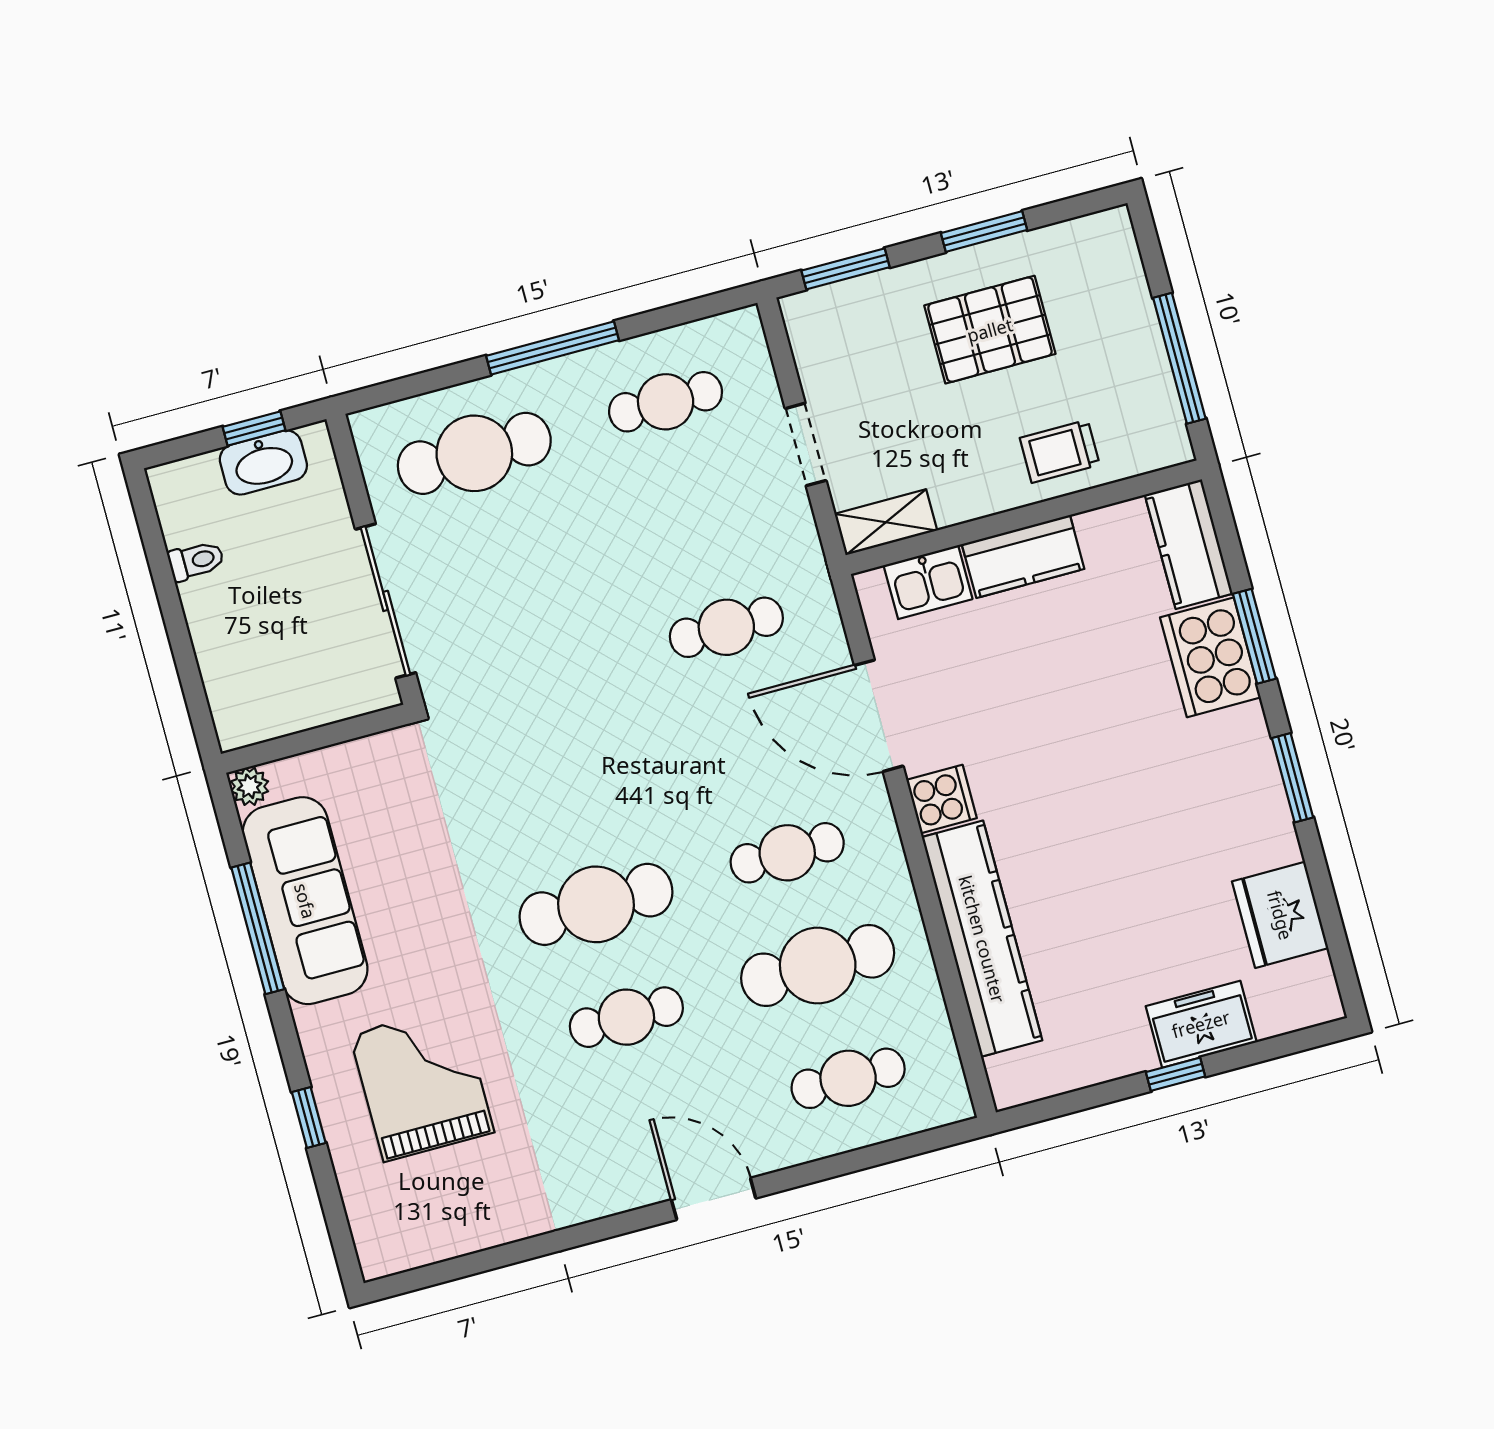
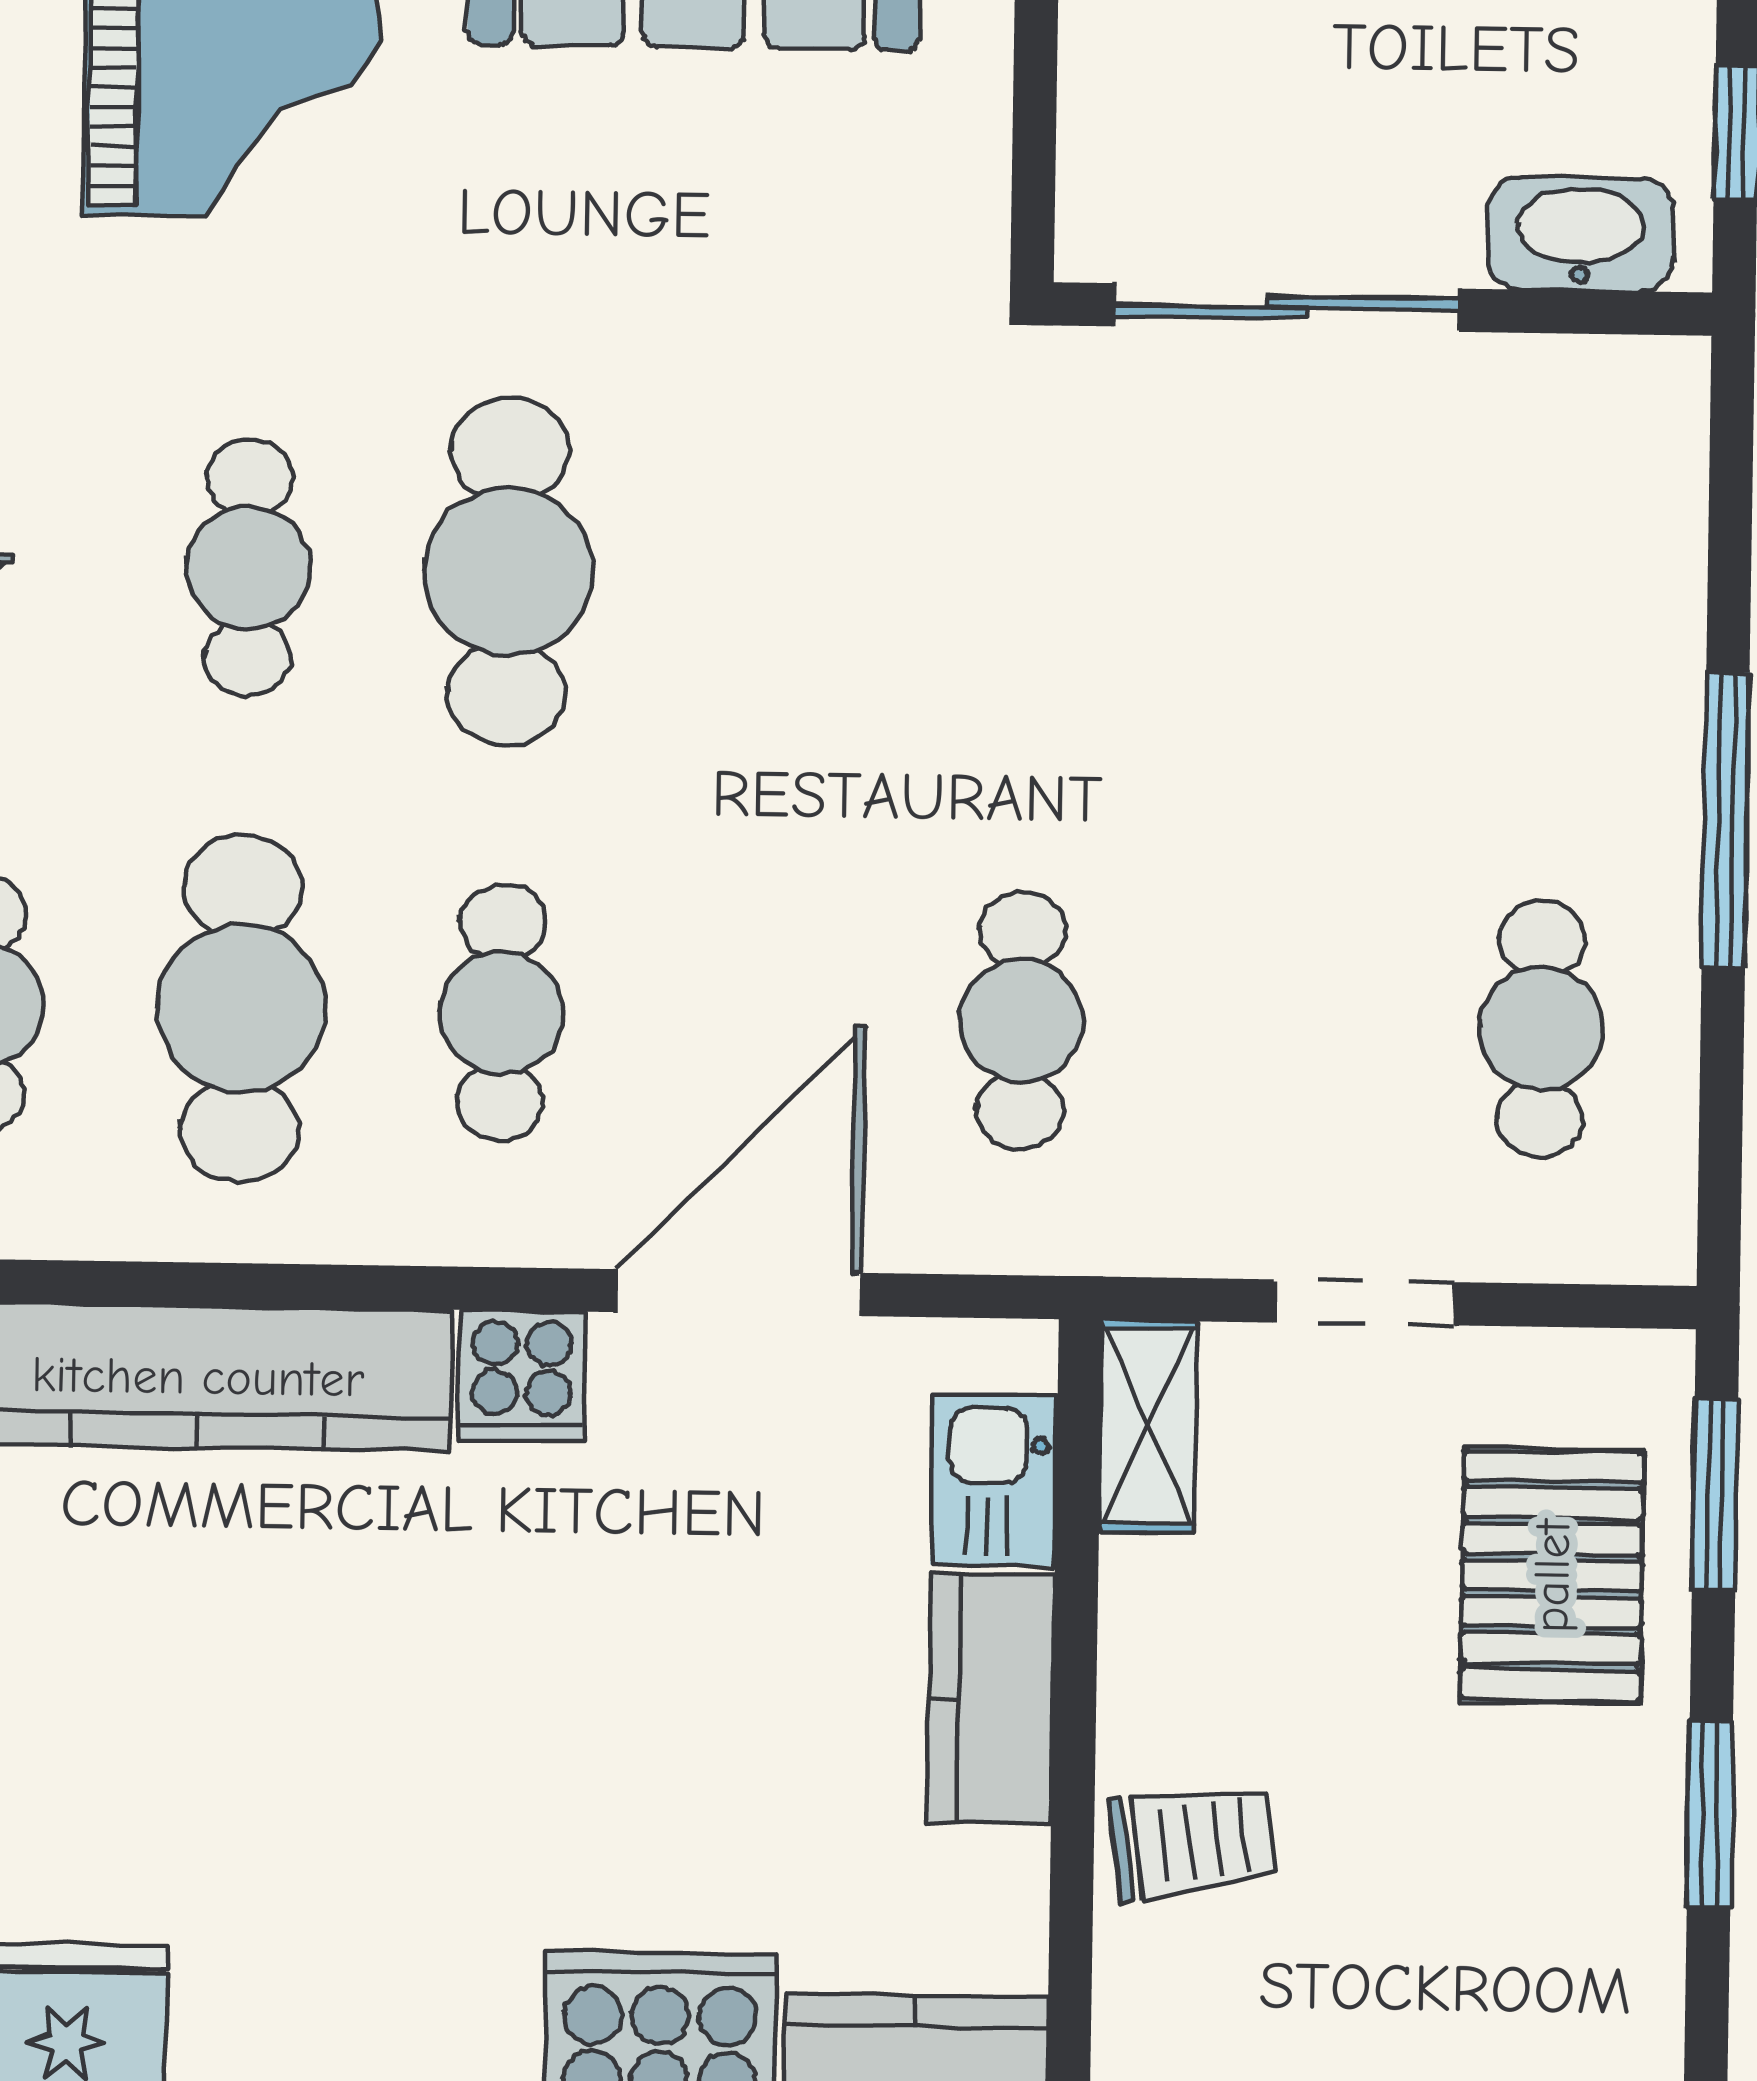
pallet: (990, 330) -> (1552, 1576), moved
trolley: (1060, 451) -> (1193, 1842), turned 82
cafe table: (474, 453) -> (1548, 588), removed
washbasin: (263, 462) -> (1581, 234), moved, turned 90

